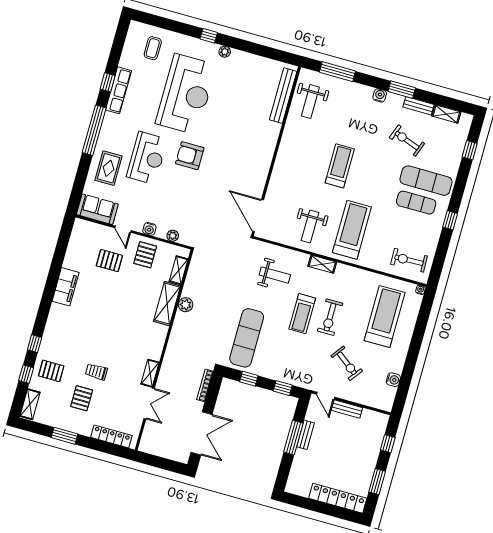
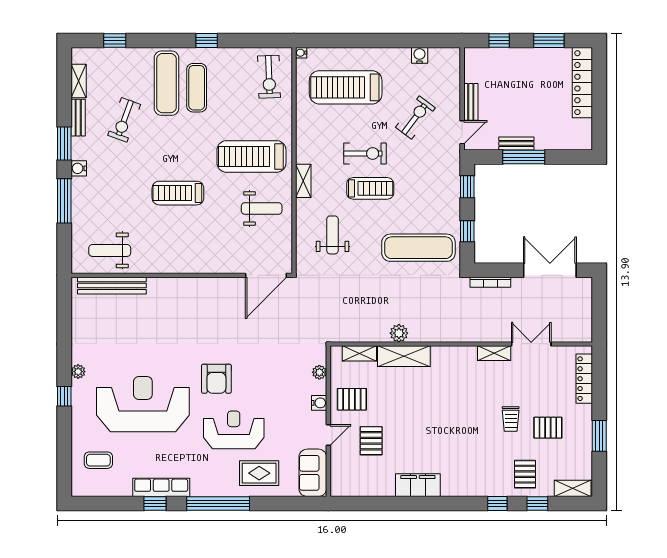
window: (337, 72) -> (64, 201), moved
weight bench: (310, 102) -> (110, 250), turned 180

